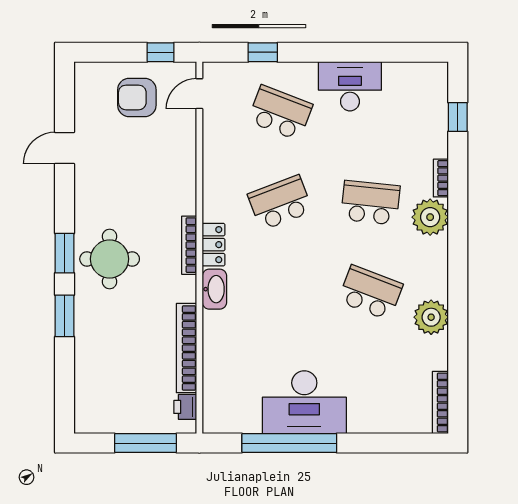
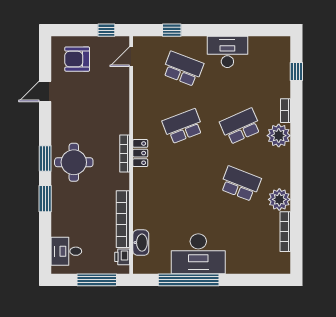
armchair: (137, 97) -> (77, 59), moved
school desk: (370, 203) -> (240, 126), turned -30
washbasin: (214, 289) -> (141, 243), moved
desk: (98, 398) -> (66, 251), added
bookcase: (440, 403) -> (285, 232), moved

